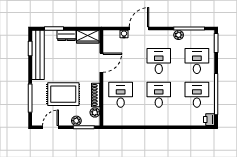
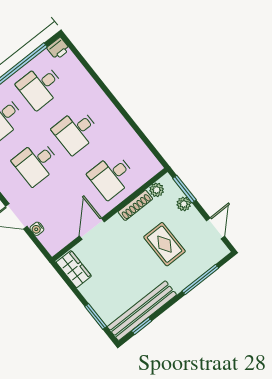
dresser: (66, 35) -> (92, 295), removed
door: (101, 63) -> (92, 229), hinge flipped
rug: (63, 94) -> (165, 244), width x0.73, depth x0.70
door: (50, 127) -> (216, 228), swing flipped

